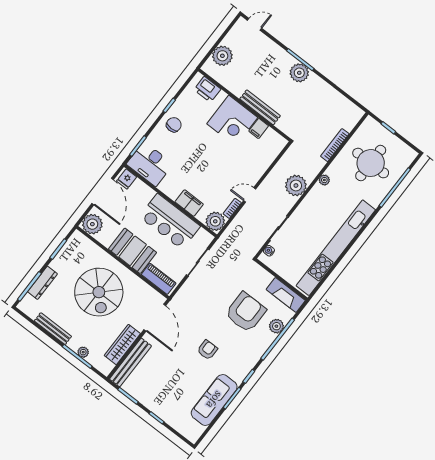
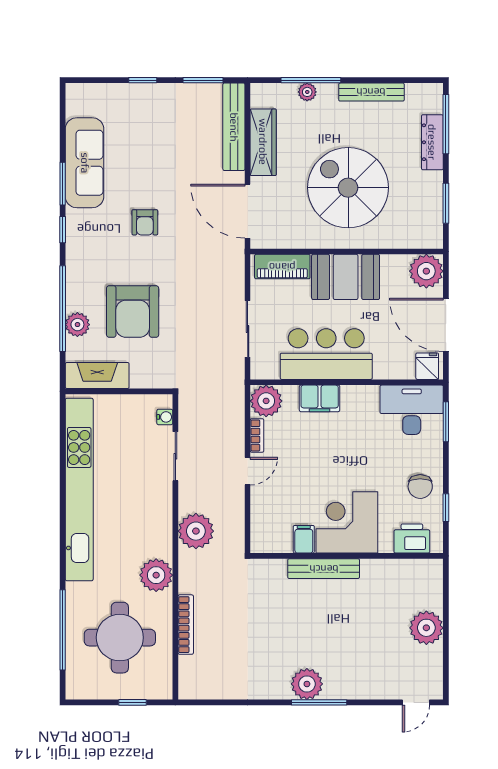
printer: (207, 89) -> (412, 538), moved
wall: (244, 105) -> (347, 556), moved
bench: (260, 107) -> (324, 569), moved
corner desk: (232, 121) -> (347, 522), moved
filing cabinet: (259, 128) -> (304, 539), moved
plant: (324, 180) -> (156, 575), width x1.87, depth x1.87

